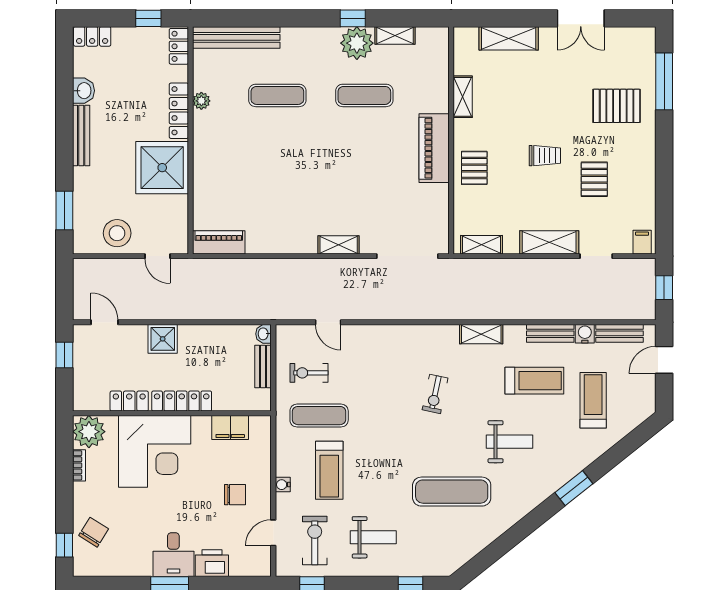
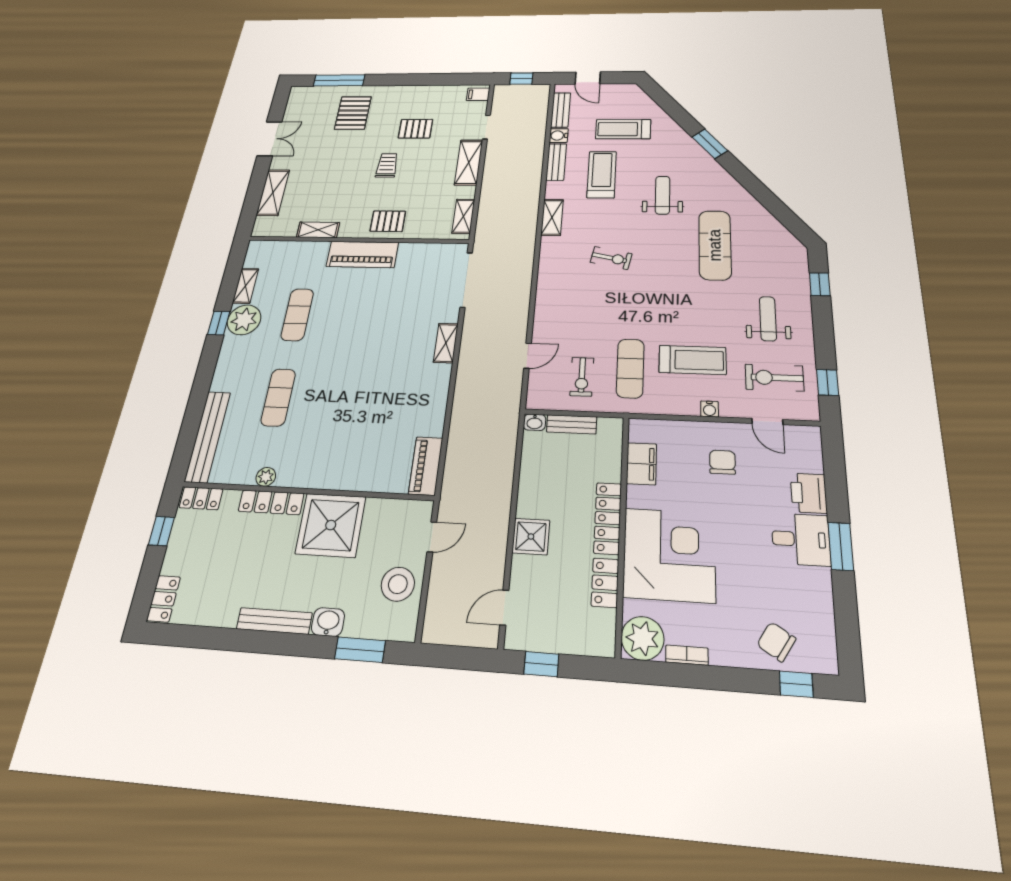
washbasin: (83, 91) -> (328, 622), moved

